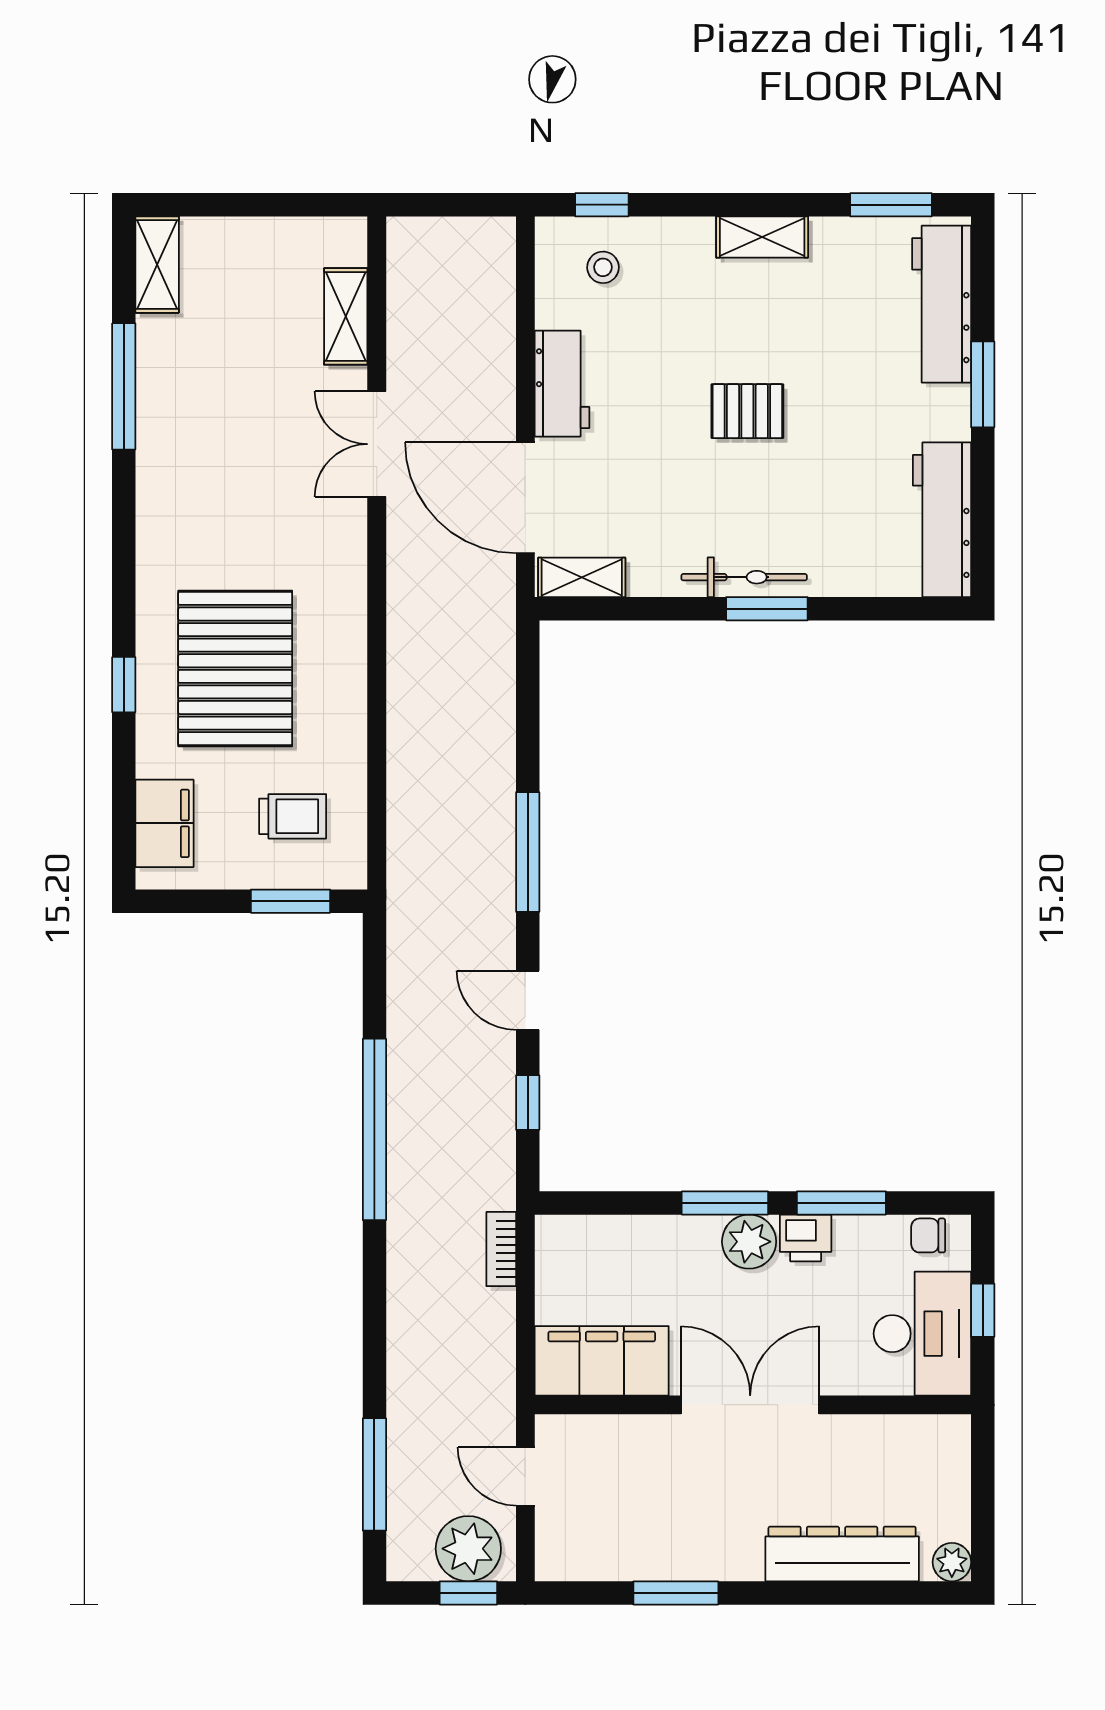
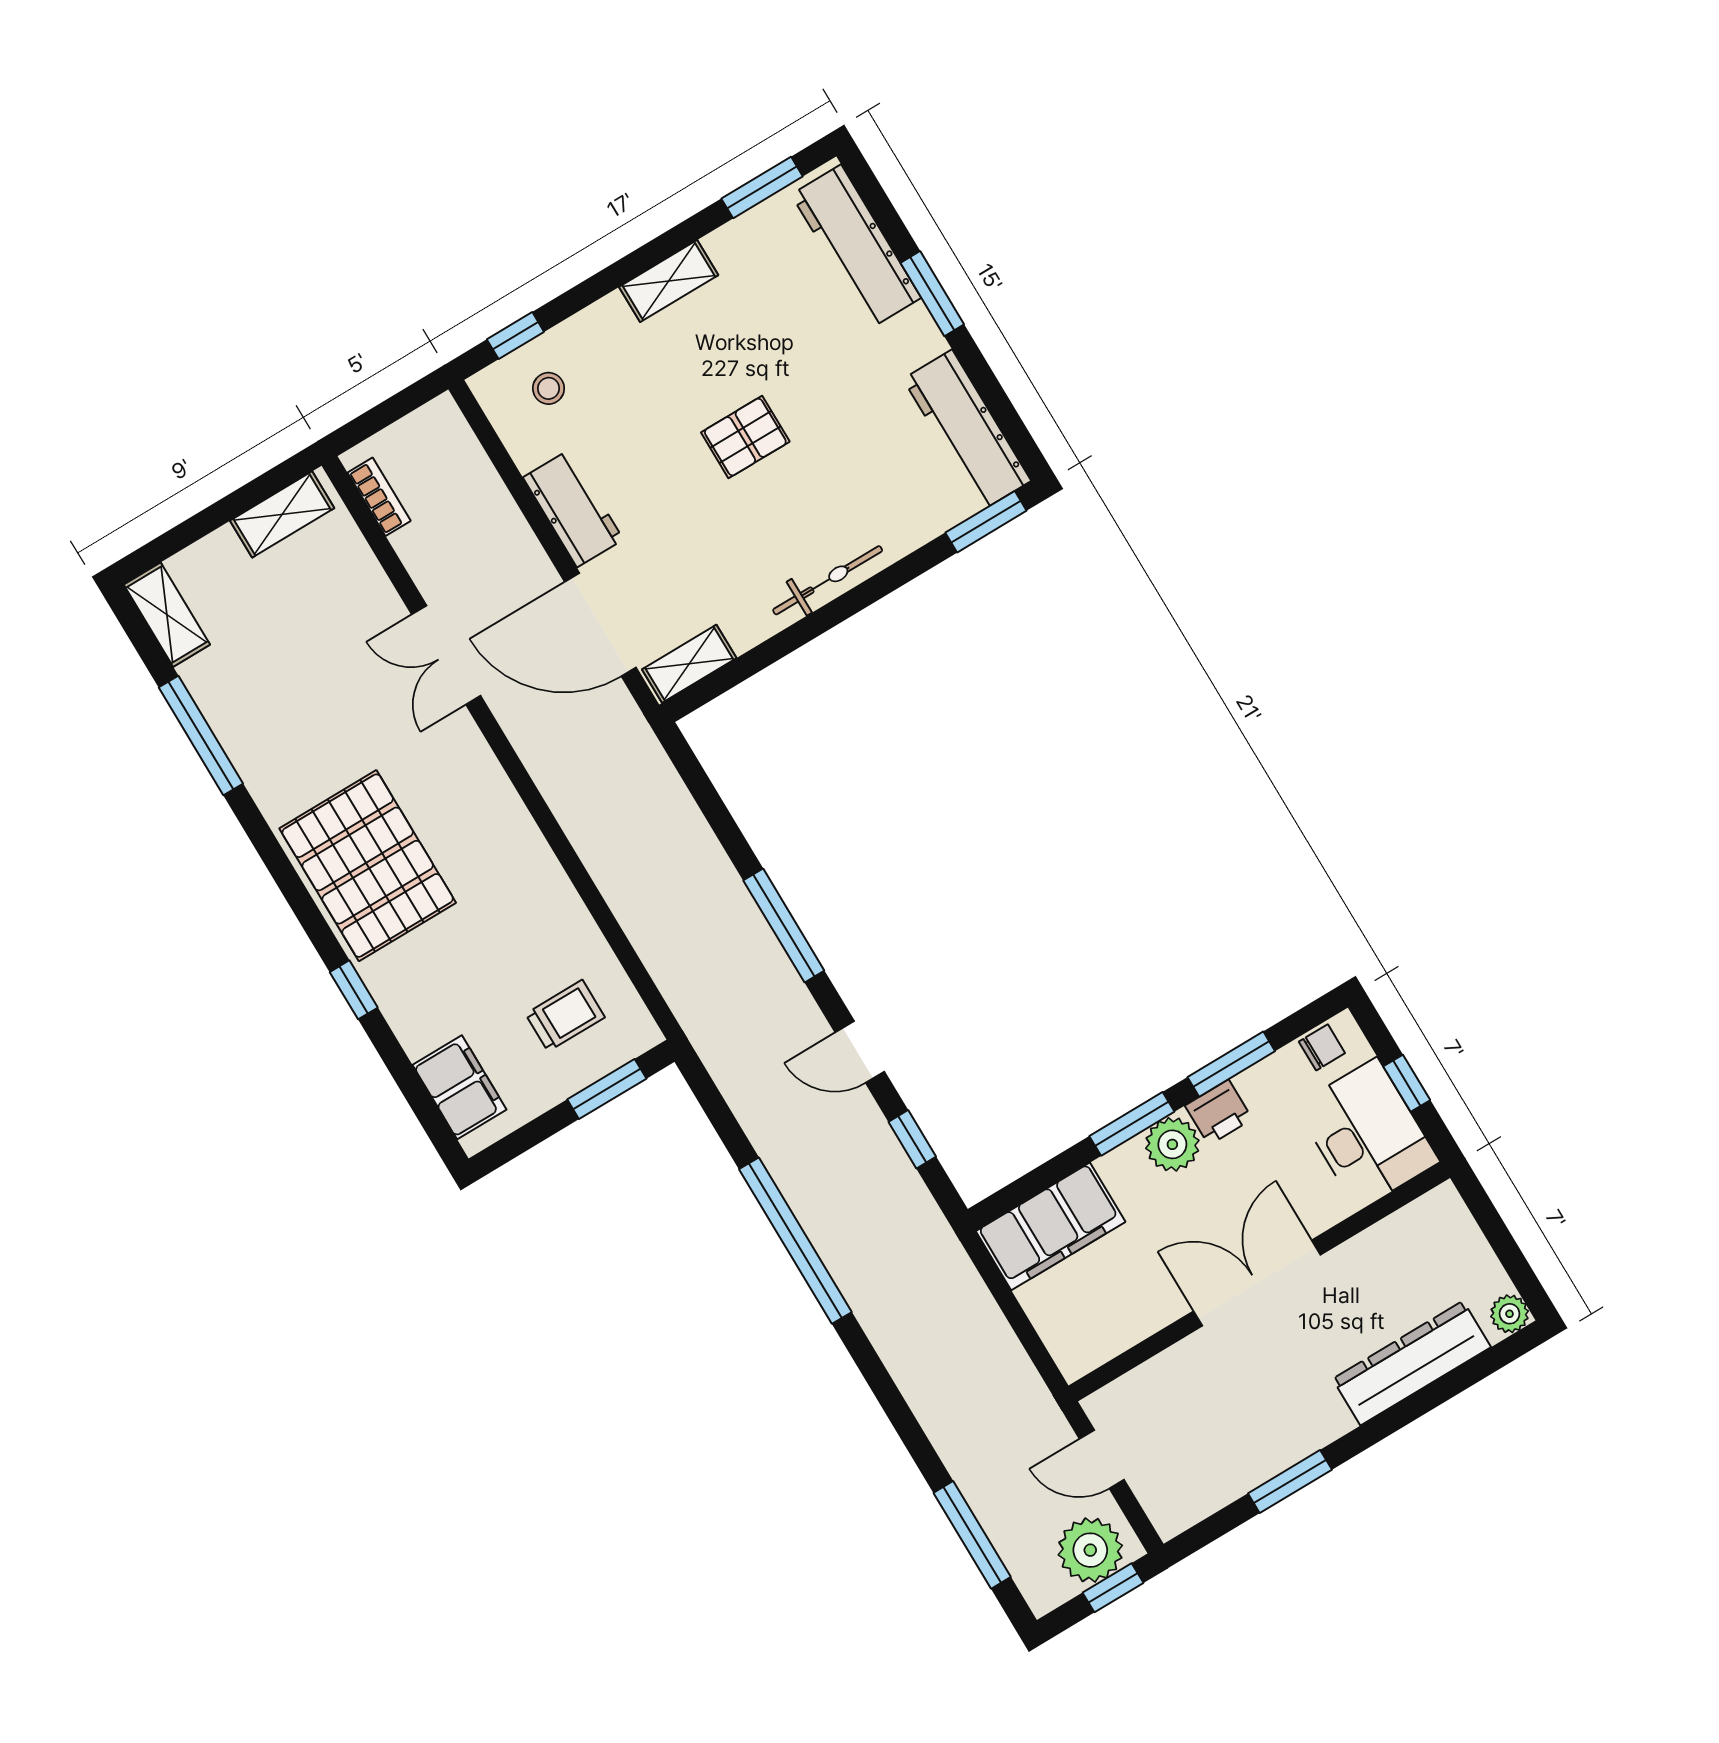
shelving: (346, 316) -> (282, 514), moved, turned 90
window: (767, 609) -> (986, 522), moved
pallet: (235, 669) -> (368, 866), moved
chair: (928, 1235) -> (1322, 1047), turned 180
bookcase: (501, 1249) -> (379, 497), moved, turned 180
filing cabinet: (602, 1361) -> (1051, 1226), moved, turned 180

